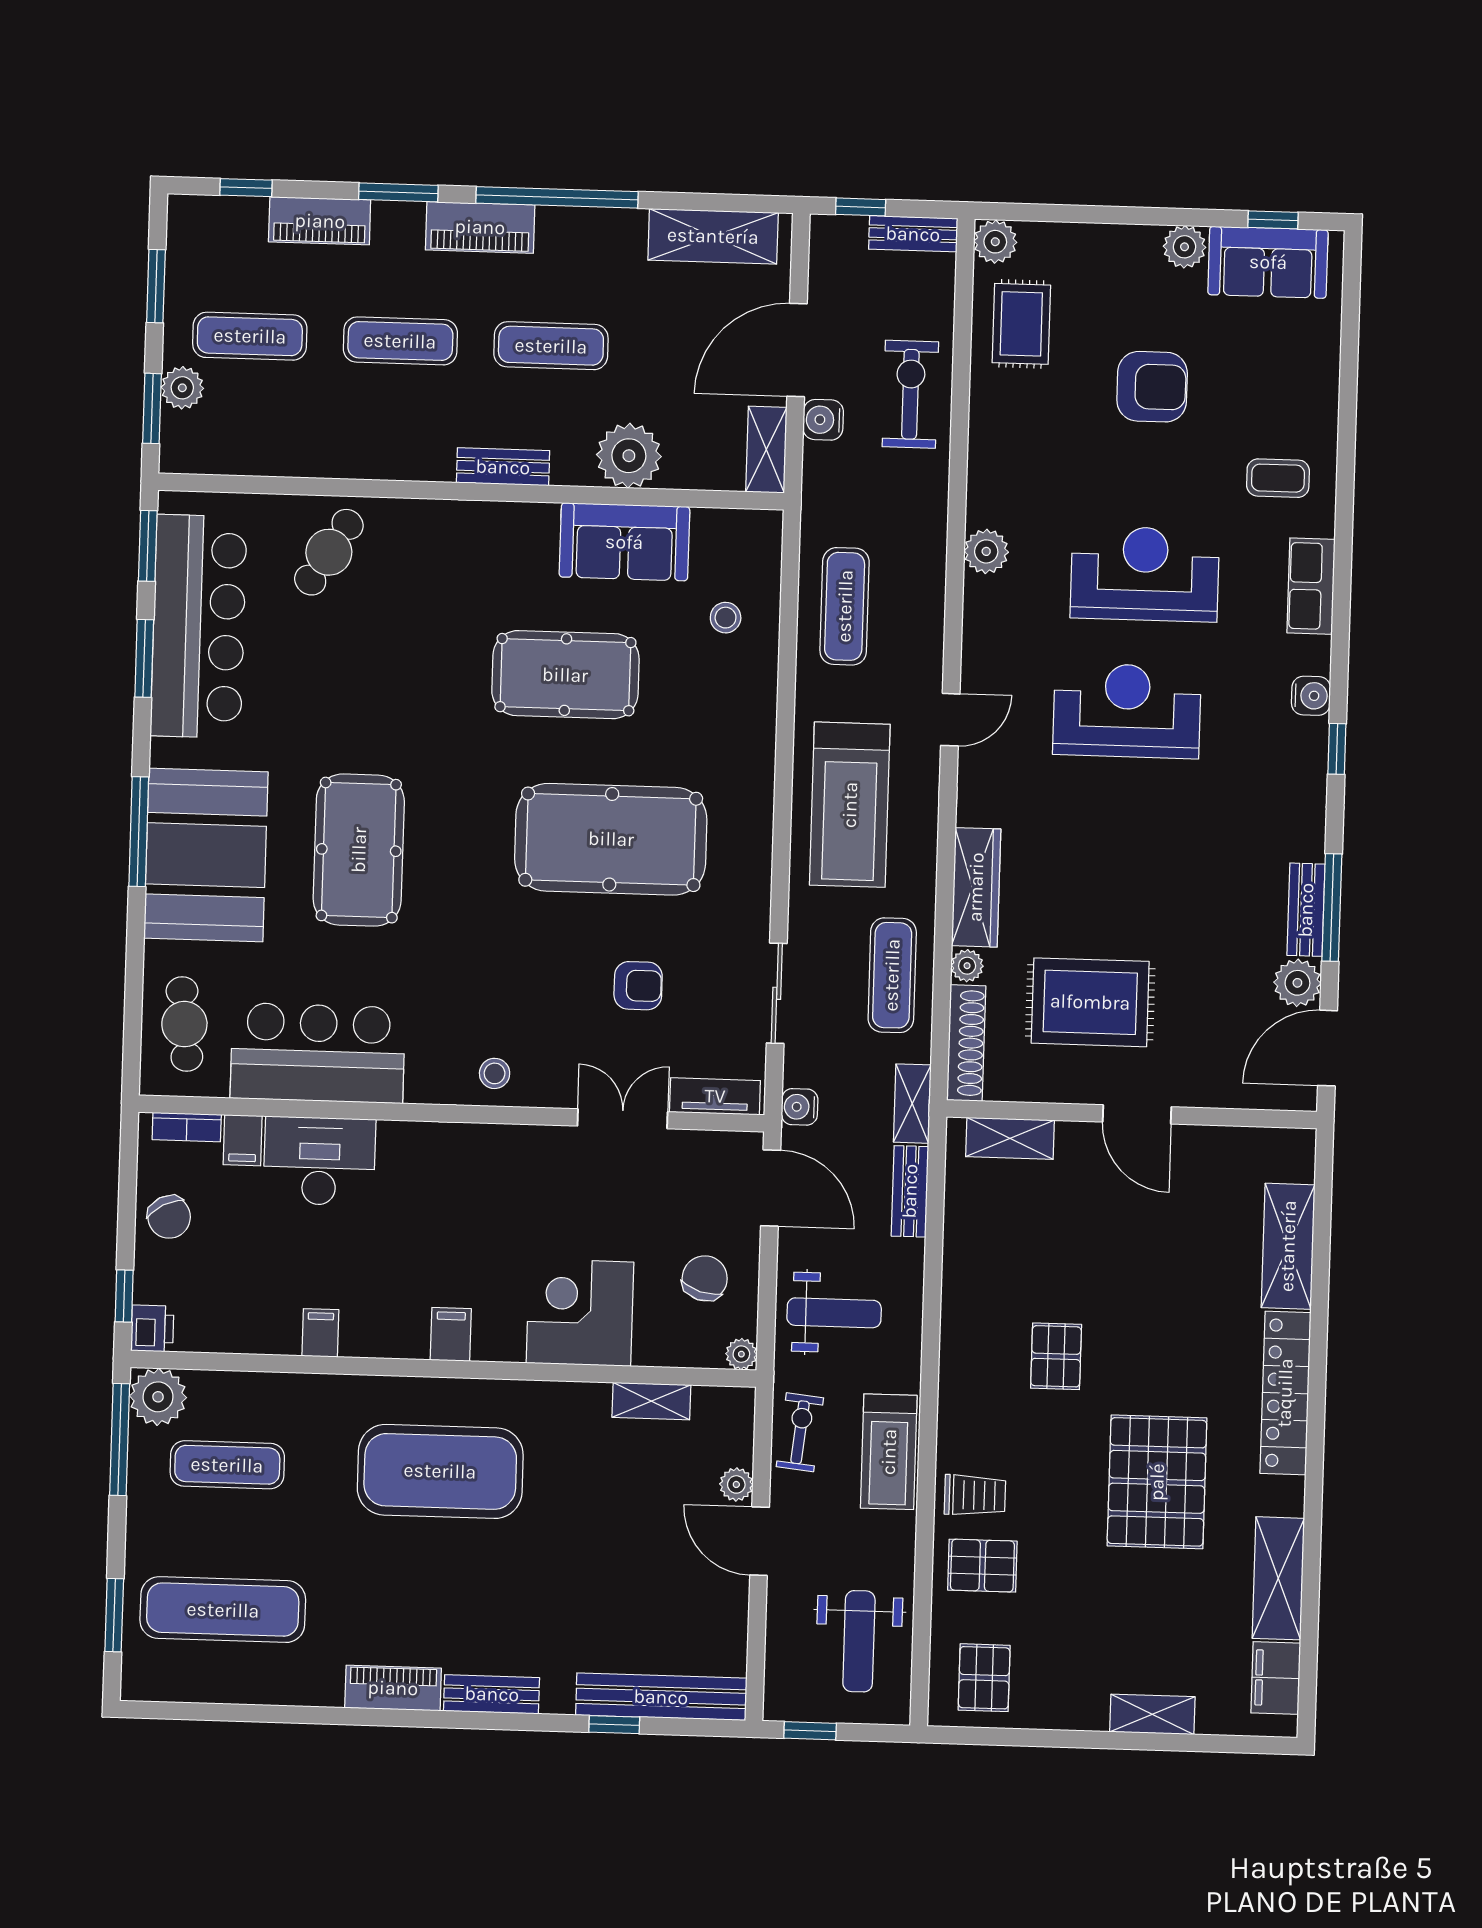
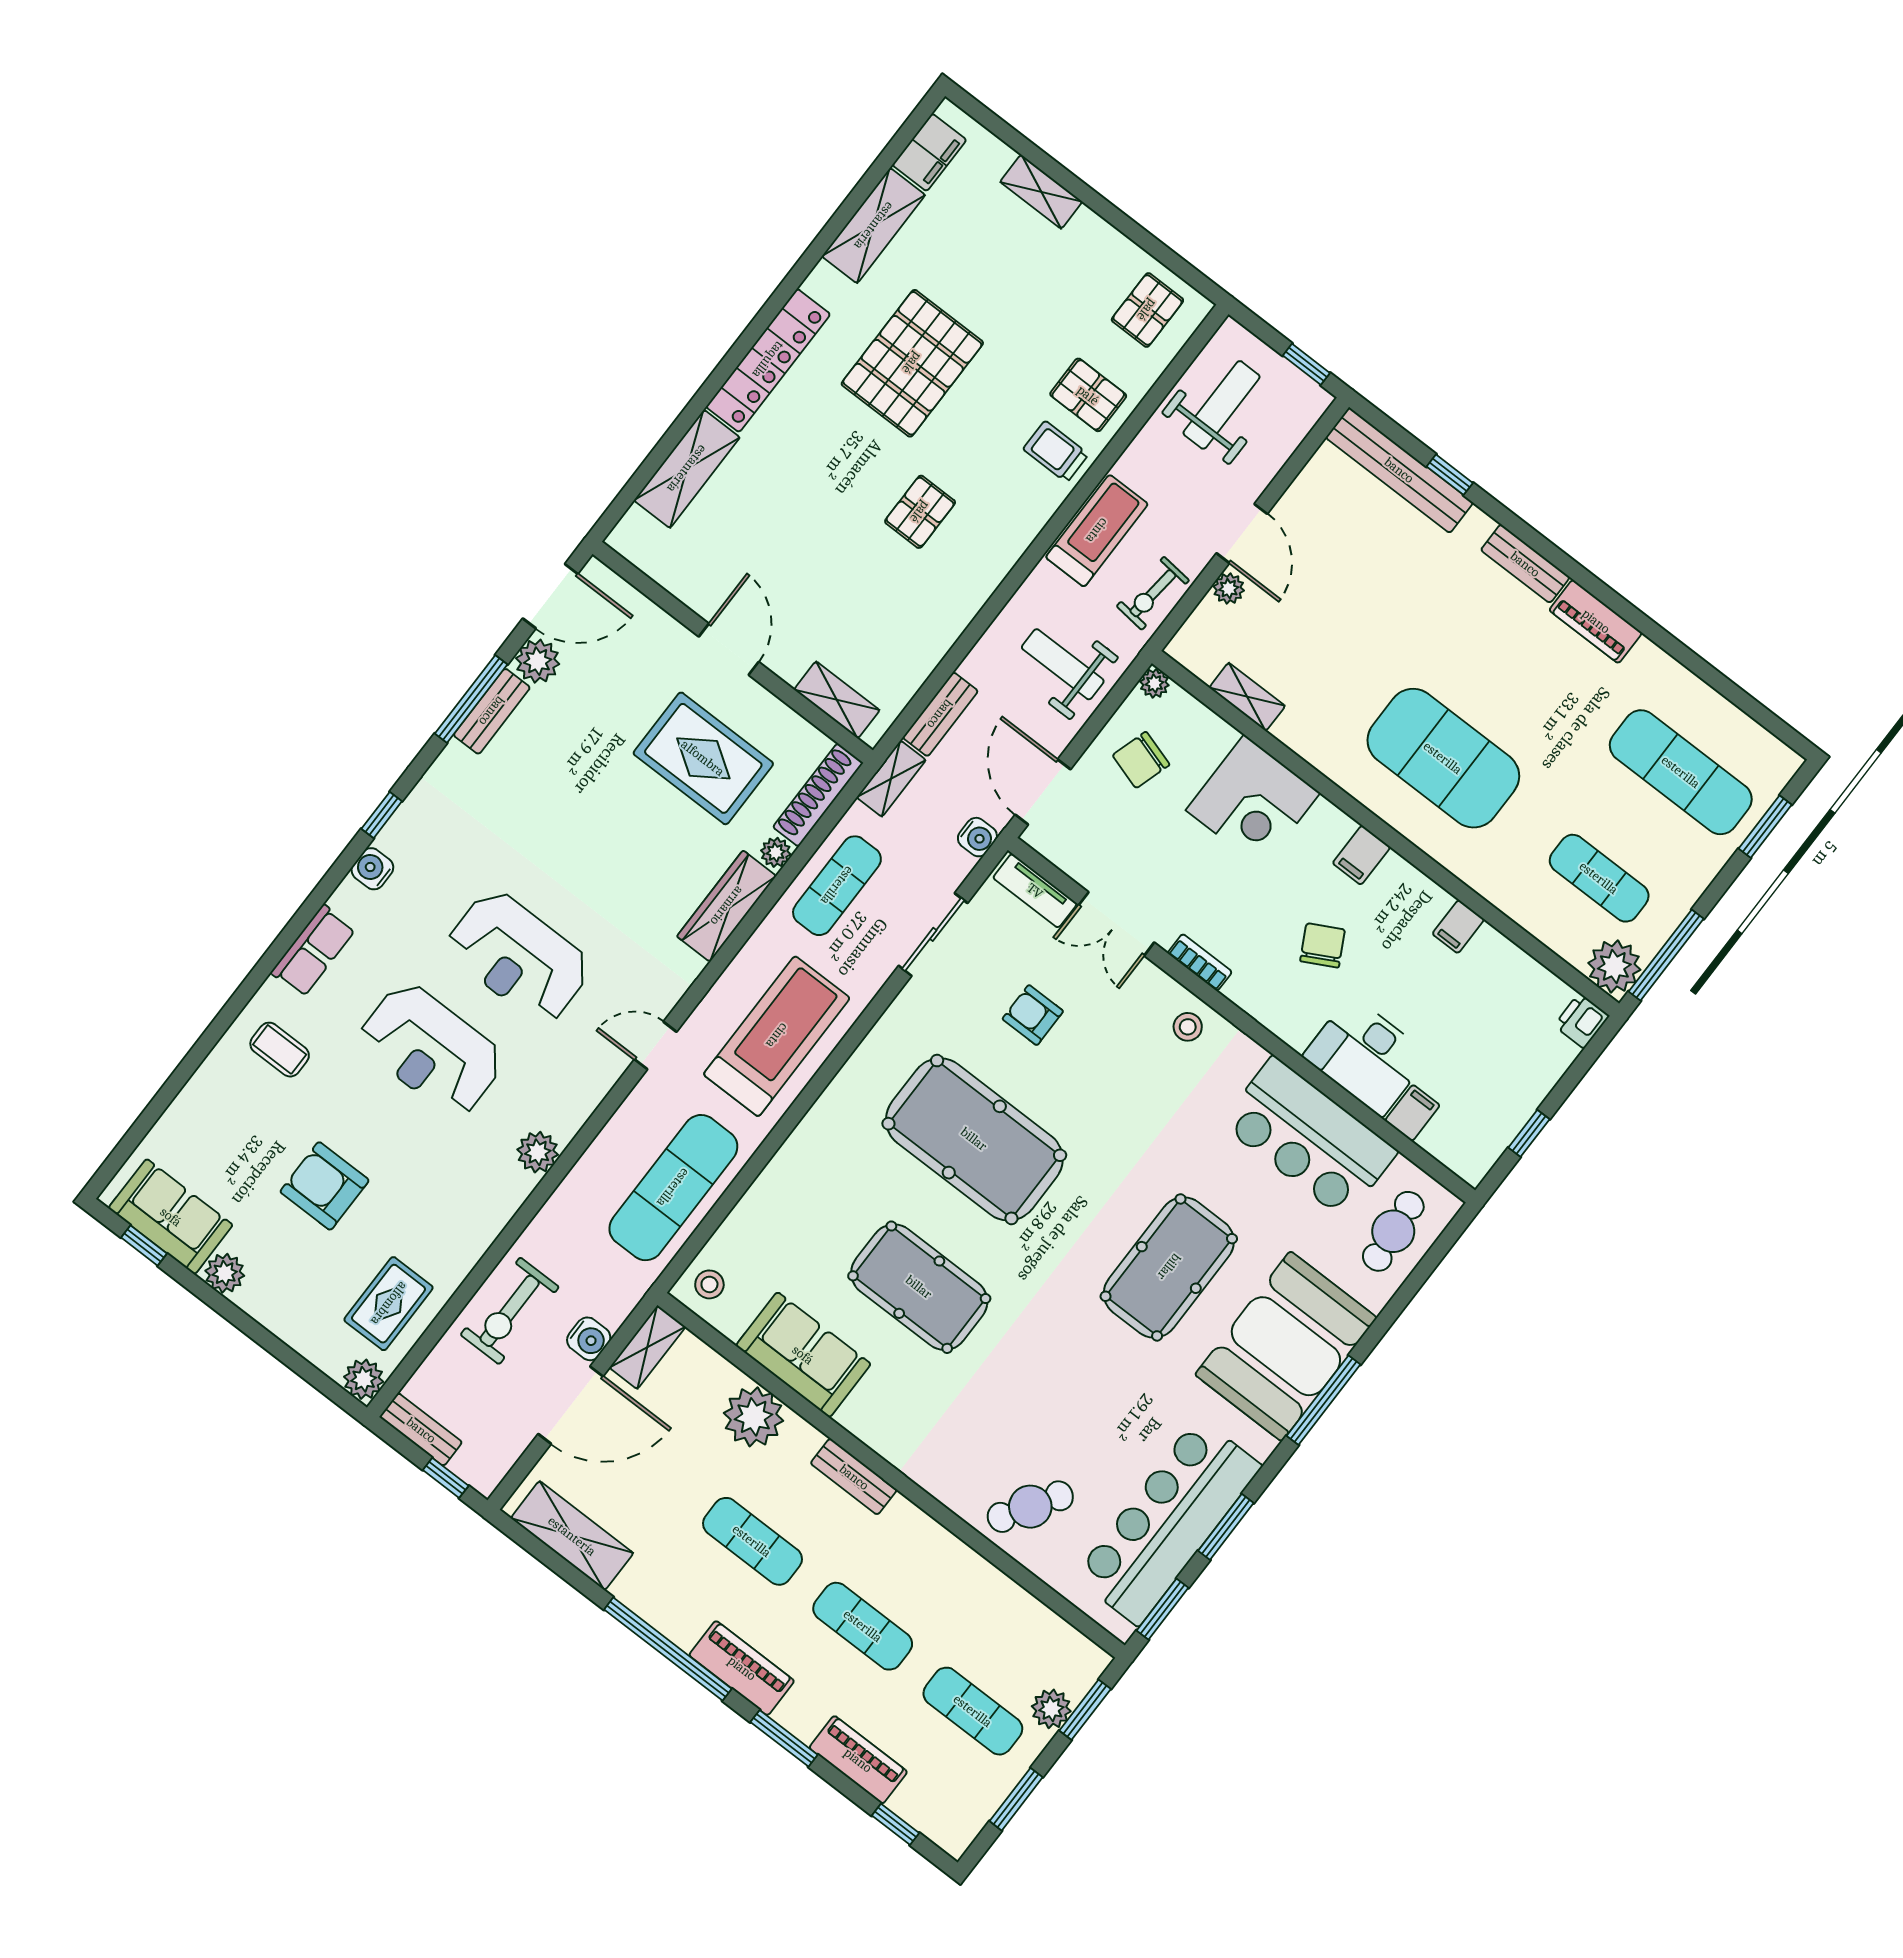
exercise mat: (845, 606) -> (673, 1188), width x1.36, depth x1.45
stool: (726, 618) -> (709, 1284), moved
bookcase: (187, 1127) -> (1200, 962), moved
chair: (169, 1217) -> (1323, 945), moved
window: (124, 1296) -> (1529, 1133), moved

